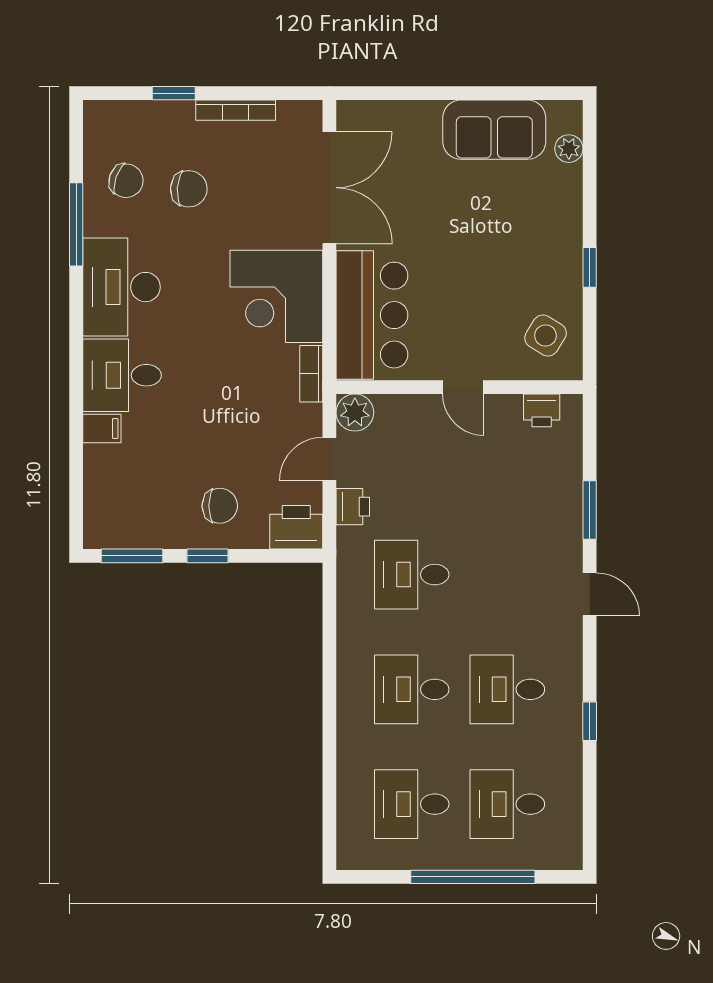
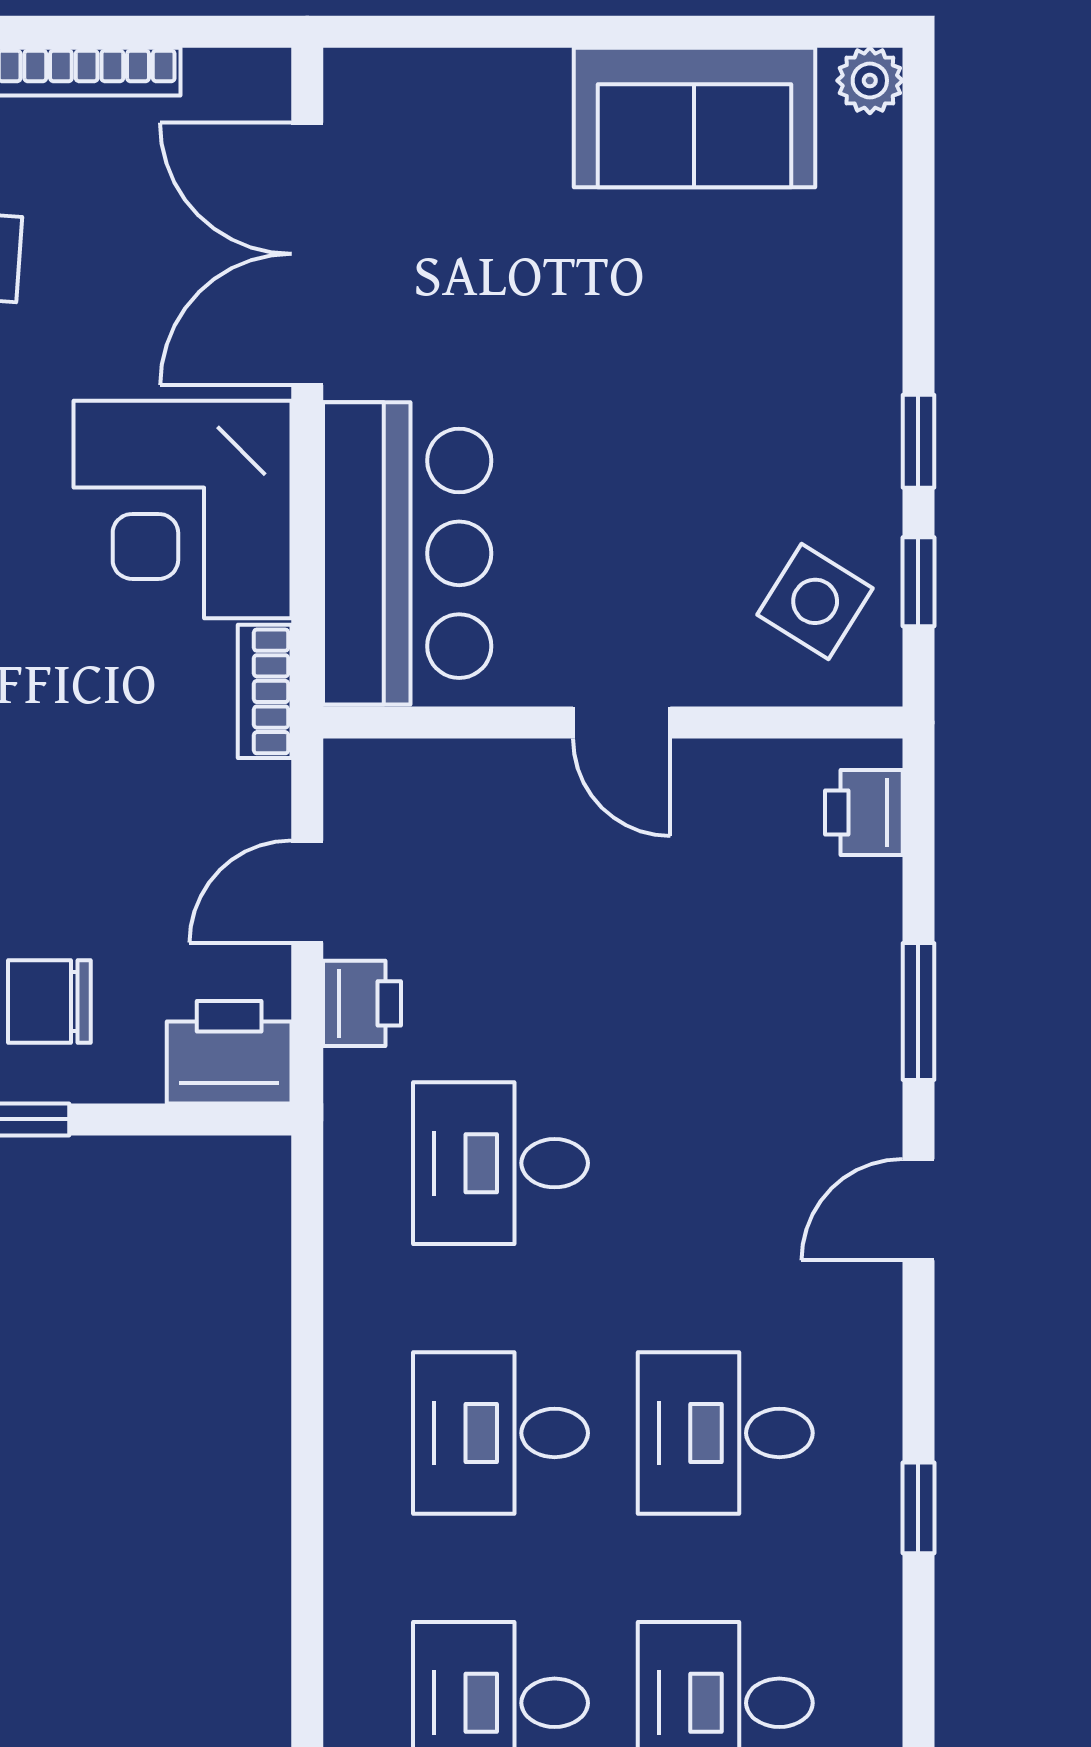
plant: (569, 149) -> (870, 81), moved
double door: (329, 188) -> (307, 254), swing flipped
window: (590, 327) -> (918, 582), added
printer: (542, 410) -> (864, 812), moved, turned 90
plant: (355, 412) -> (367, 782), removed
chair: (220, 506) -> (49, 1001), turned 180
door: (590, 594) -> (918, 1210), swing flipped

